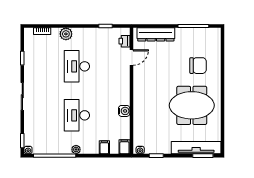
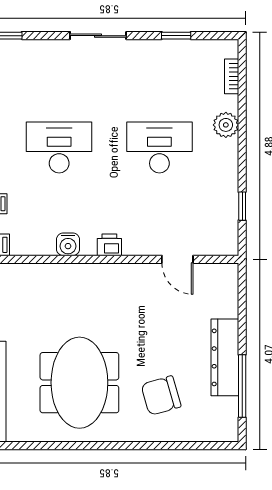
dresser: (156, 34) -> (225, 357), moved
printer: (124, 41) -> (109, 245), moved
chair: (198, 66) -> (161, 396), turned 74

